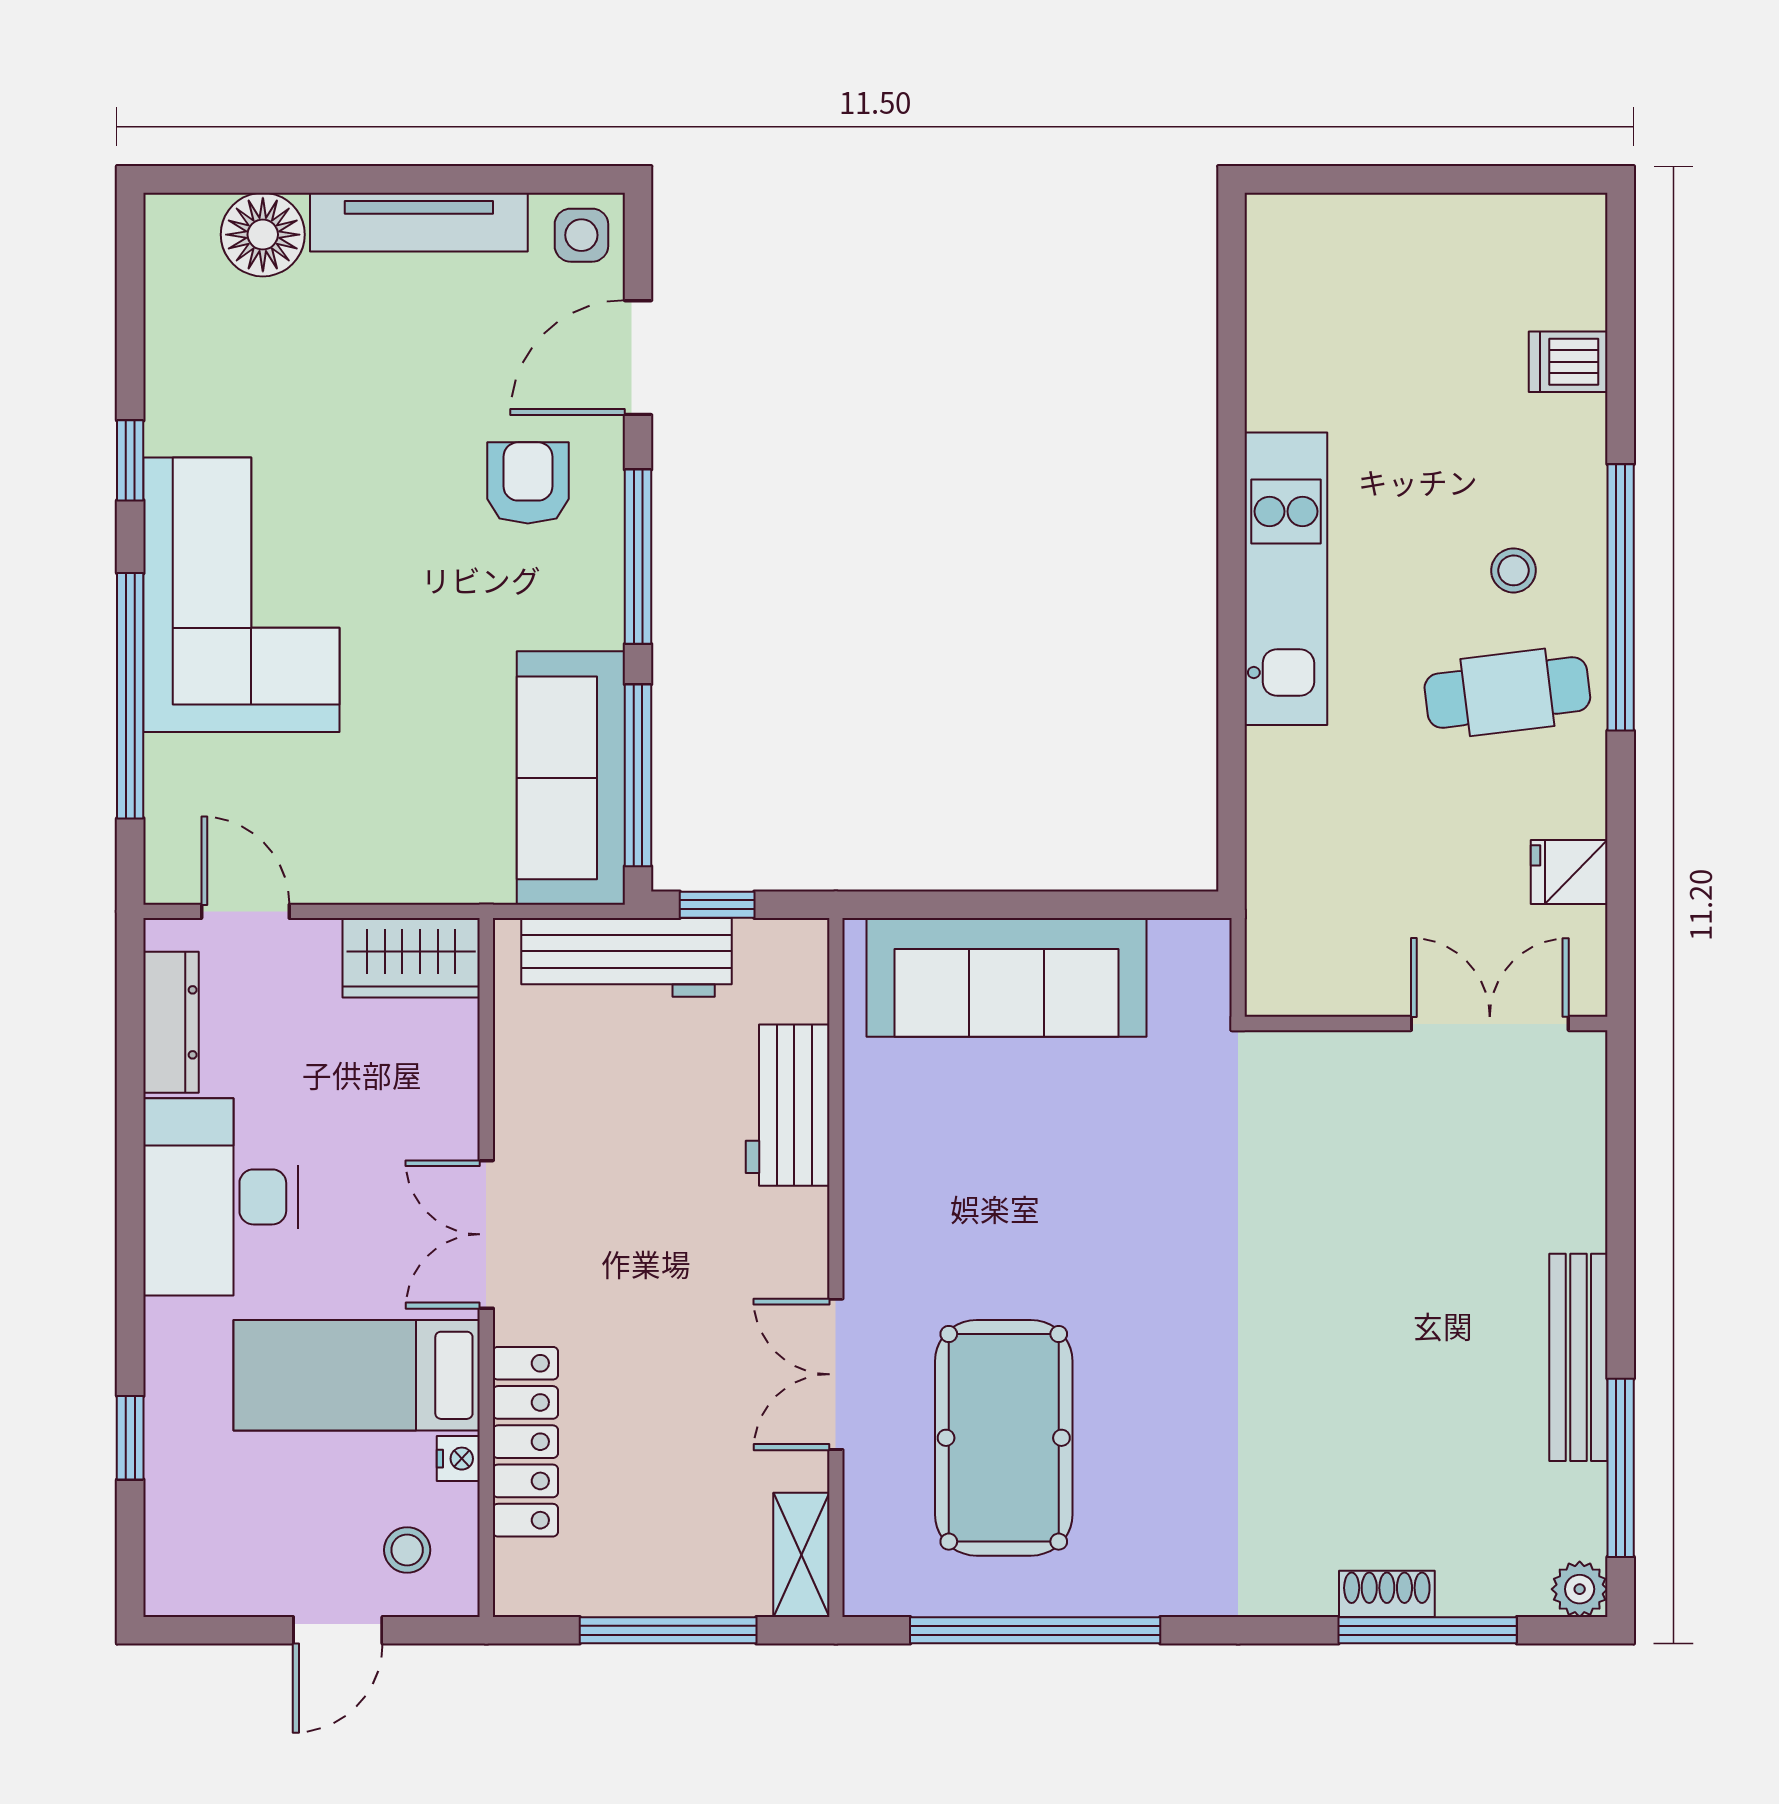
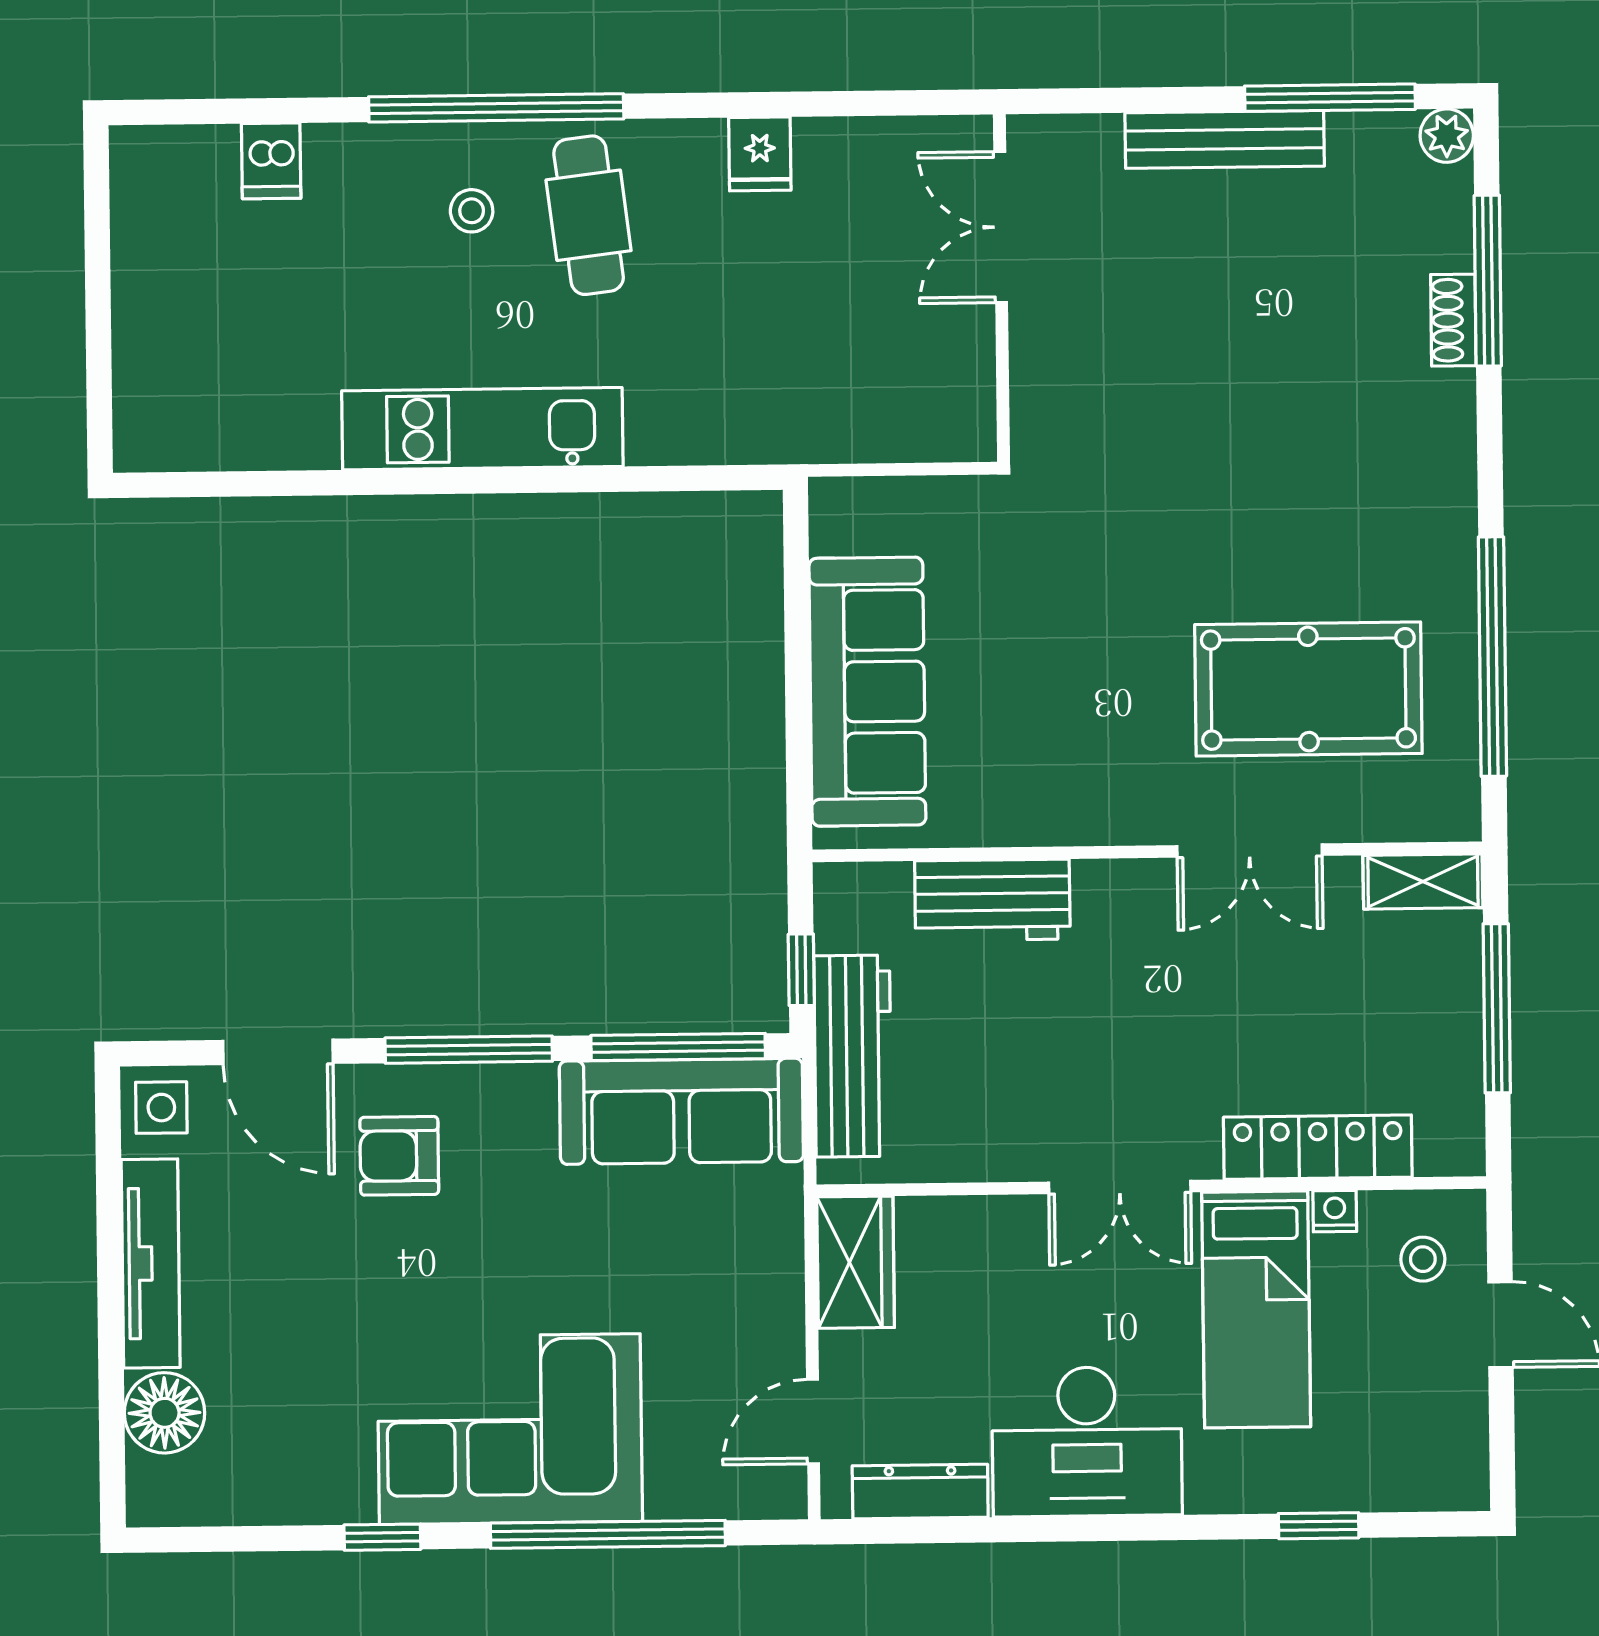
wall: (1426, 1024) -> (1001, 288), moved
double door: (1490, 1024) -> (1001, 227), moved

